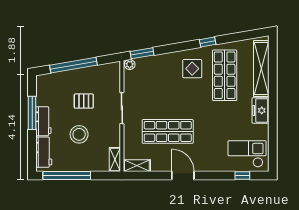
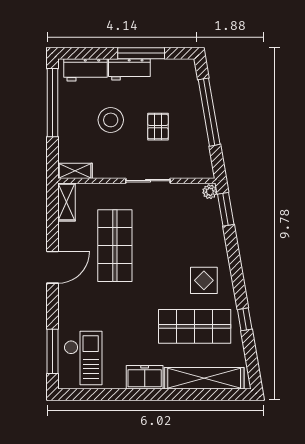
window: (208, 42) -> (245, 319), moved
window: (242, 175) -> (52, 351), width x2.17

